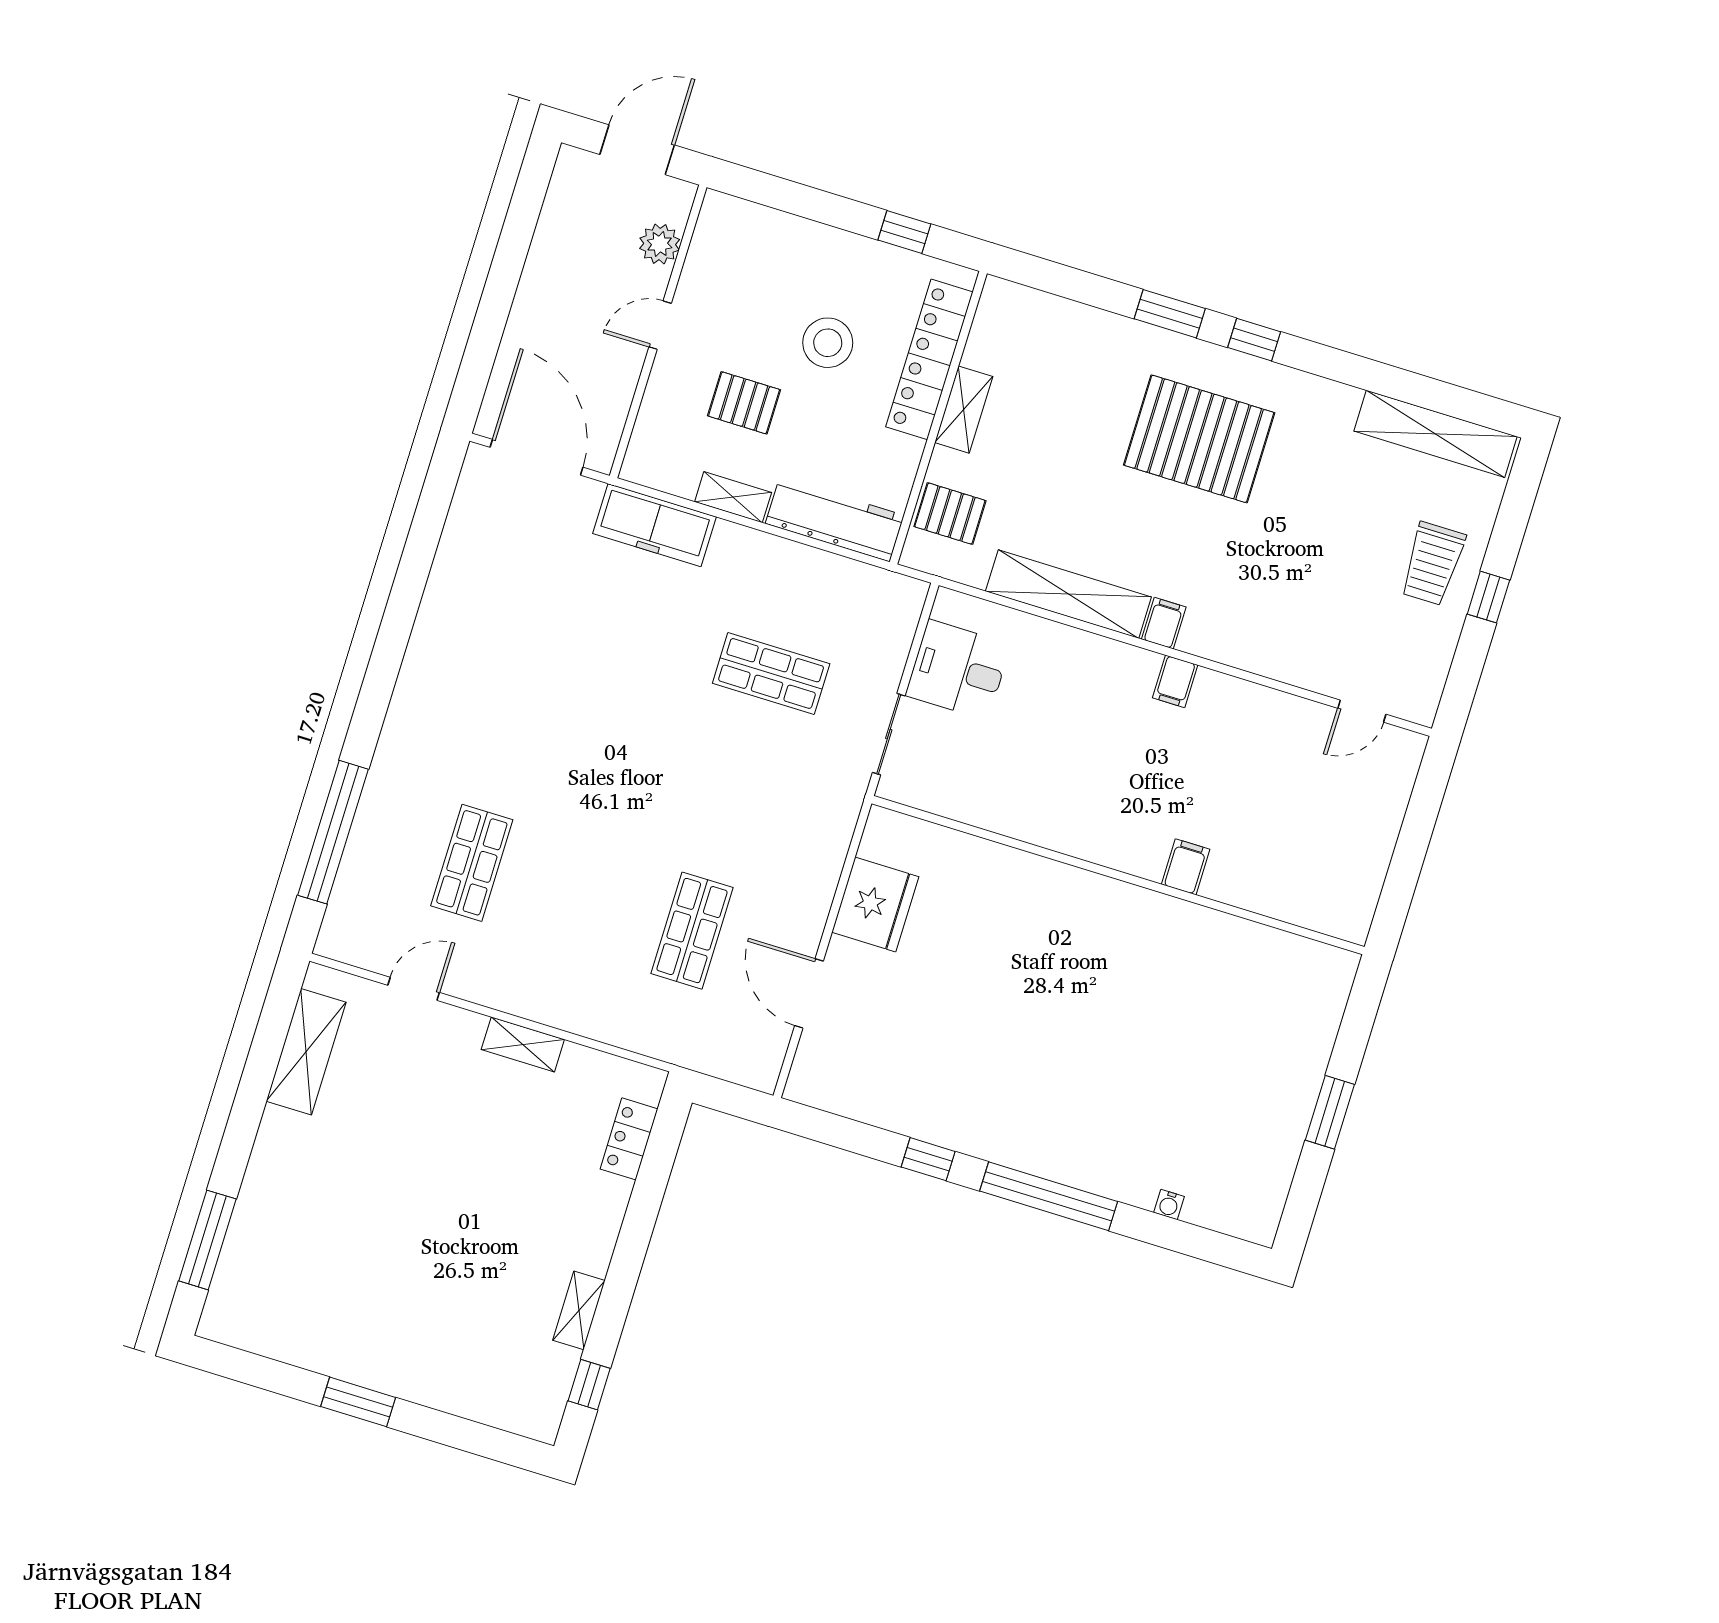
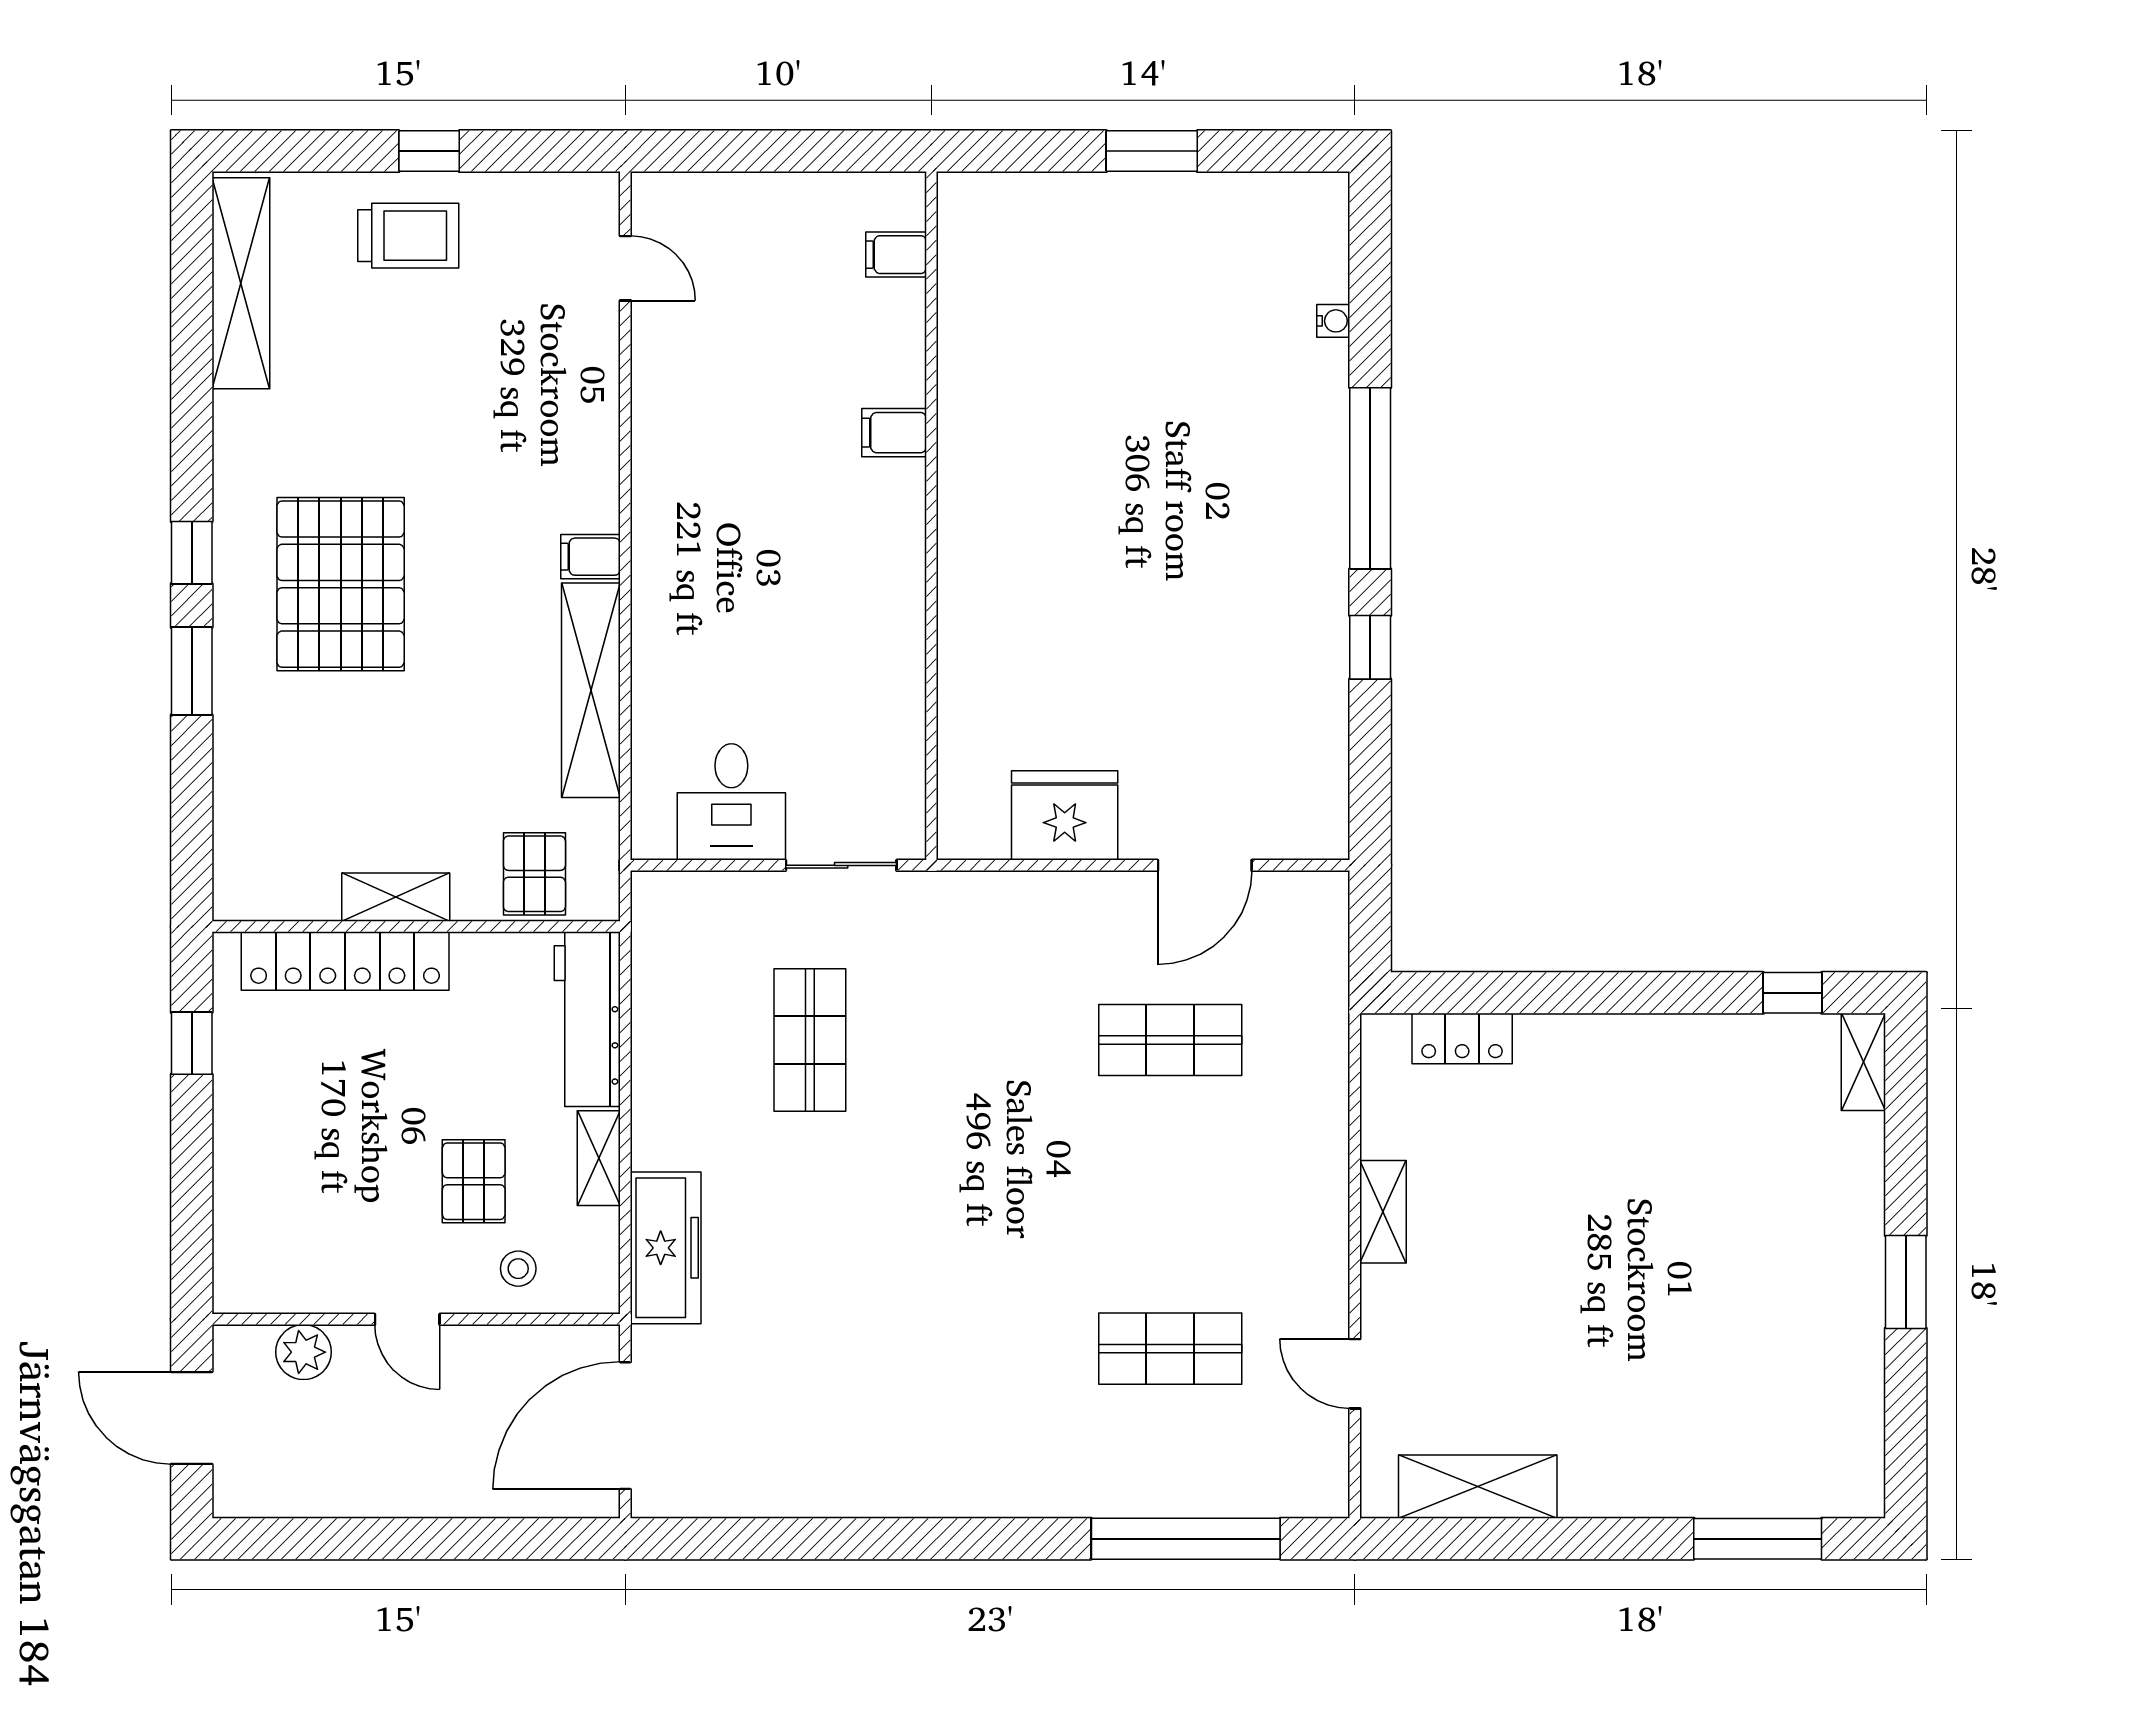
stool: (828, 343) -> (518, 1269), moved, width x0.53, depth x0.53
filing cabinet: (1175, 681) -> (896, 255), moved, turned 180
shelving: (579, 1310) -> (1863, 1062), moved, turned 90

